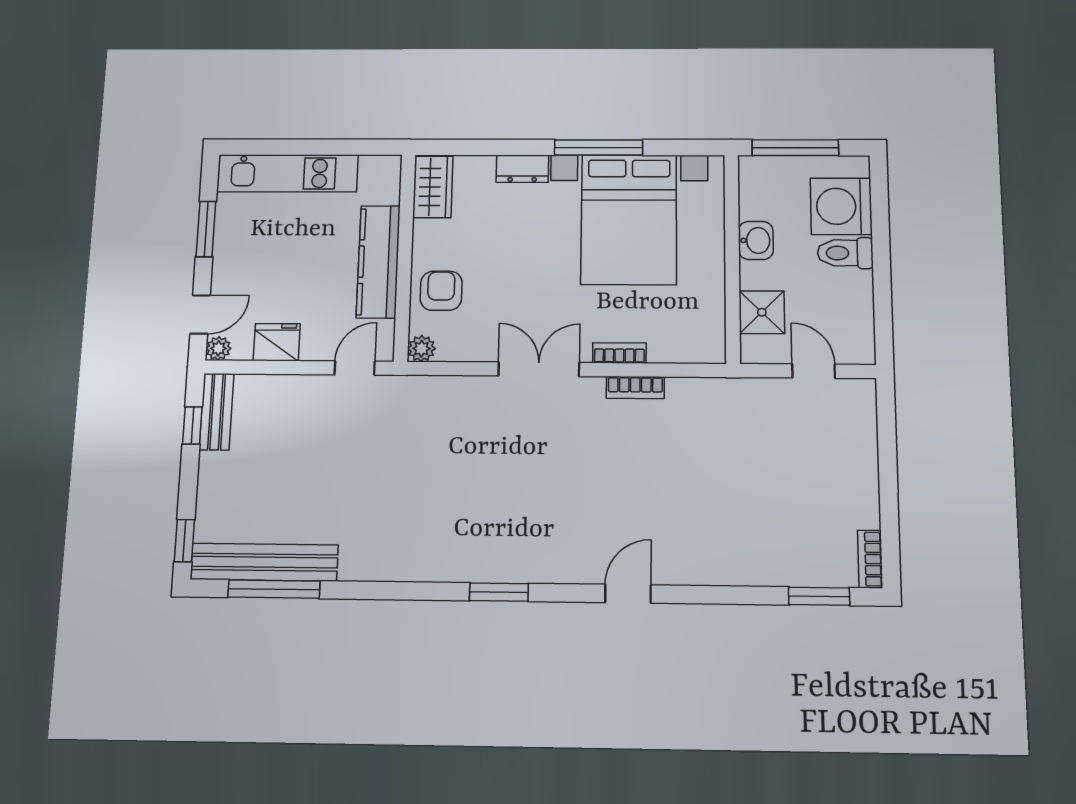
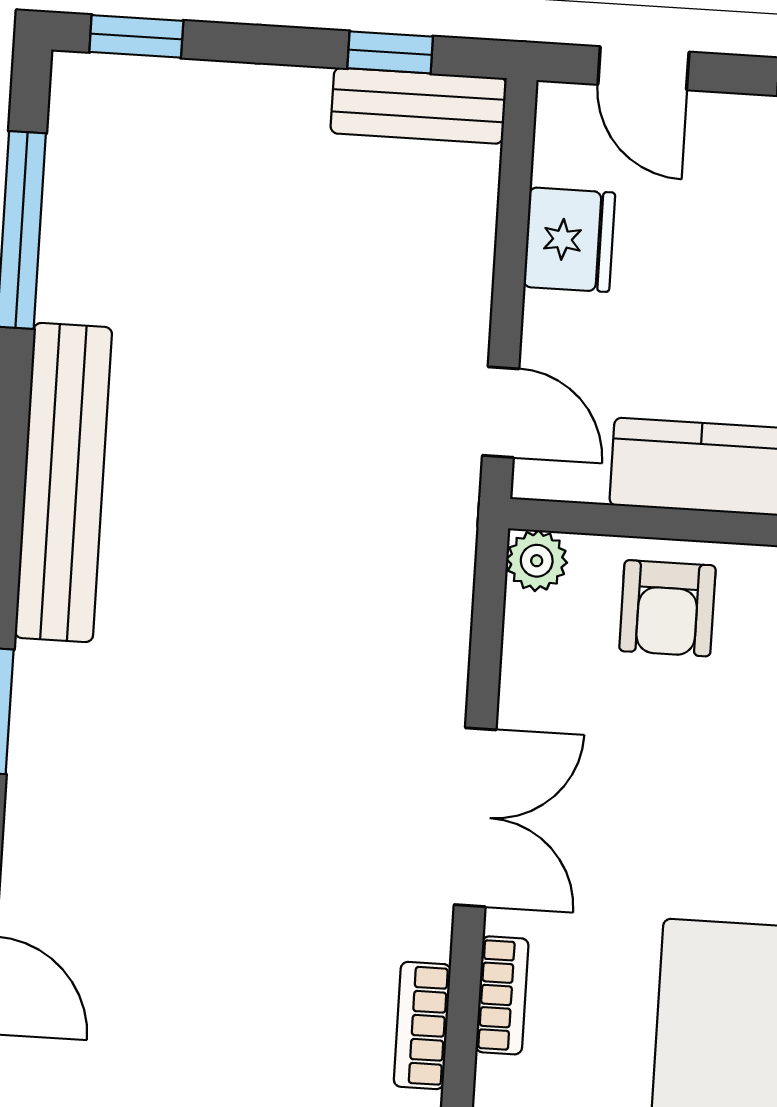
armchair: (441, 291) -> (667, 608), turned 90
plant: (218, 348) -> (562, 110), removed
bench: (264, 562) -> (63, 483), moved

